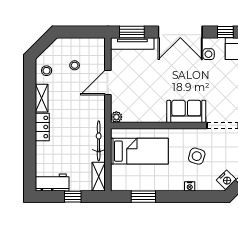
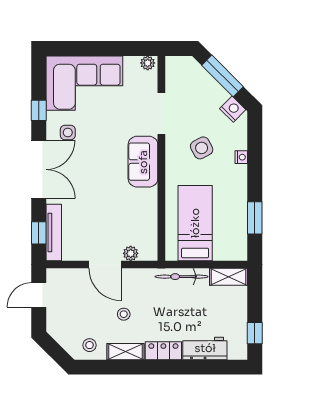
door: (85, 32) -> (39, 295), added
window: (132, 32) -> (39, 233), width x0.67
stool: (75, 65) -> (124, 314), moved
plant: (116, 117) -> (131, 253), moved
side table: (197, 156) -> (202, 148), turned 45
workbench: (52, 182) -> (205, 348), moved, turned 90
window: (73, 197) -> (255, 333), moved

